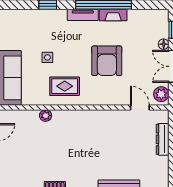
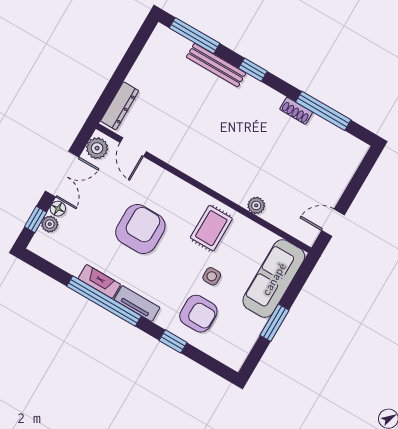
armchair: (42, 30) -> (198, 314), added
plant: (163, 32) -> (50, 224), added
rug: (65, 86) -> (211, 228), turned 90
dresser: (163, 139) -> (120, 106), moved

